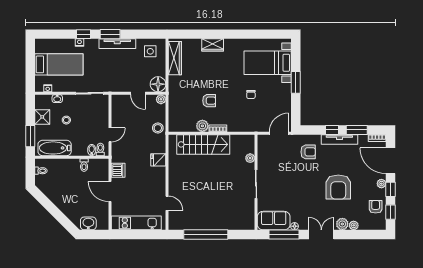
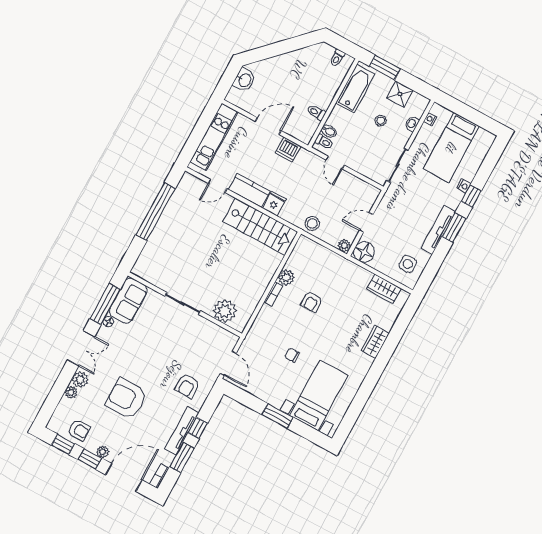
wardrobe: (175, 58) -> (384, 289), width x0.67
stairs: (203, 144) -> (260, 227), moved, turned -90
plant: (250, 158) -> (225, 311), width x1.88, depth x1.88
kitchen counter: (159, 181) -> (249, 190), added

